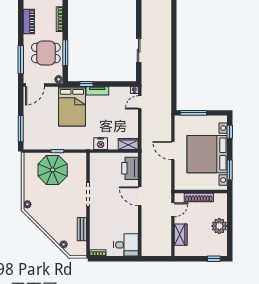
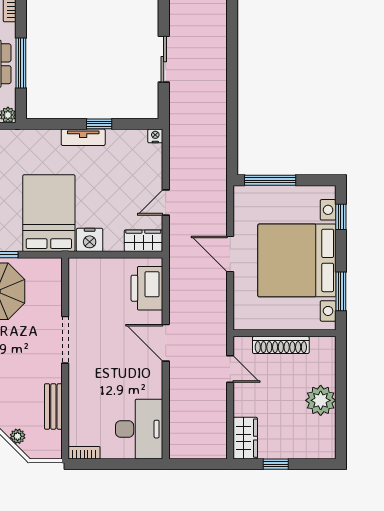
window: (86, 84) -> (99, 124), moved
door: (140, 102) -> (166, 203), moved
bed: (72, 106) -> (49, 213), moved, turned 180
door: (173, 210) -> (230, 369), hinge flipped
wardrobe: (181, 235) -> (245, 438), moved
desk: (126, 245) -> (139, 429), width x1.37
window: (214, 259) -> (276, 464), moved

